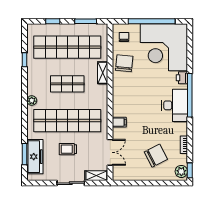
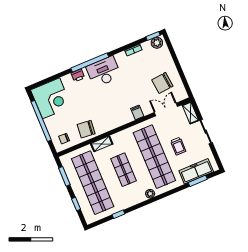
corner desk: (164, 47) -> (51, 98), width x0.74, depth x0.74
chair: (156, 156) -> (162, 83), moved, turned -69

